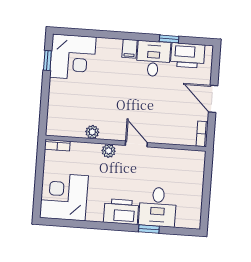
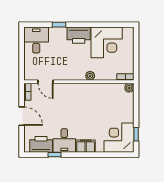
filing cabinet: (130, 49) -> (86, 146), width x2.00
plant: (92, 132) -> (129, 88), moved
door: (136, 144) -> (46, 82), moved
corner desk: (64, 197) -> (107, 42), moved
desk: (158, 207) -> (36, 40), moved

